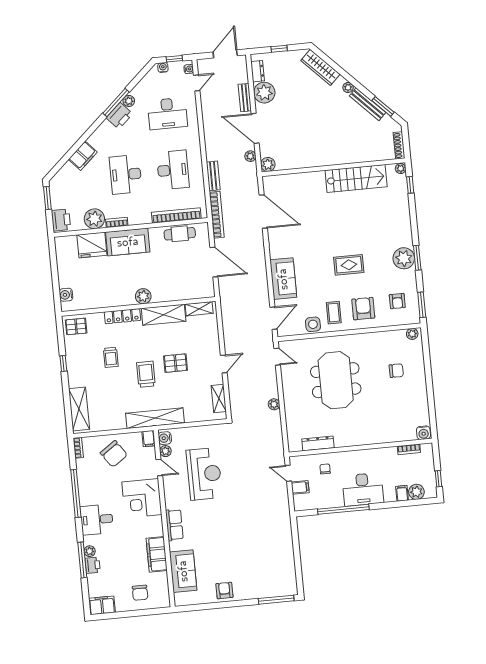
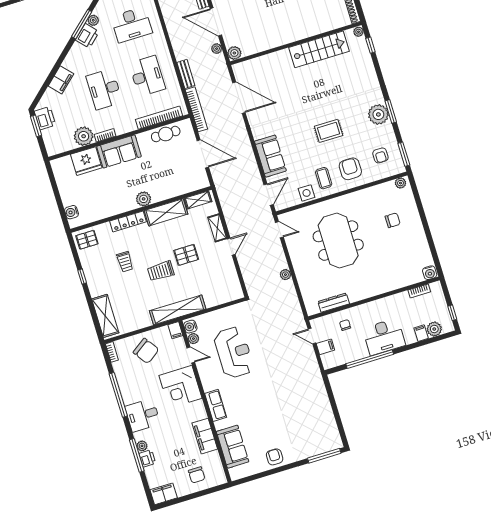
printer: (61, 220) -> (45, 118), moved
trolley: (146, 374) -> (161, 271), turned -90
shelving: (219, 398) -> (217, 228), moved

